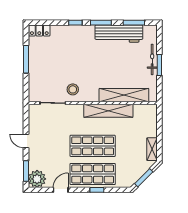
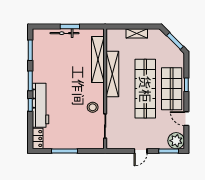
workbench: (119, 34) -> (41, 105), moved
shop shelf: (93, 146) -> (145, 89), width x1.40
shelving: (152, 149) -> (137, 33), moved

